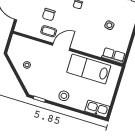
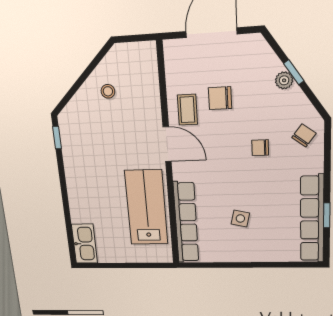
row of seats: (114, 56) -> (186, 222), width x2.02
stool: (64, 96) -> (82, 180), removed

